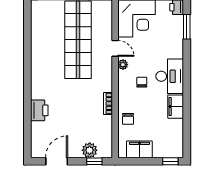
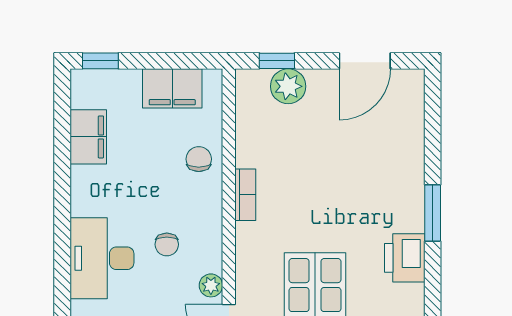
window: (27, 96) -> (433, 213), added
filing cabinet: (176, 107) -> (88, 137), moved
printer: (39, 110) -> (405, 258), moved

